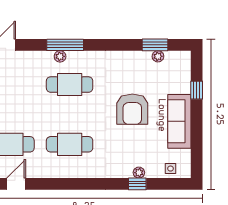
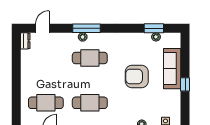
window: (197, 90) -> (185, 84), moved
armchair: (132, 109) -> (137, 76), turned 90
sofa: (179, 121) -> (172, 69), moved

